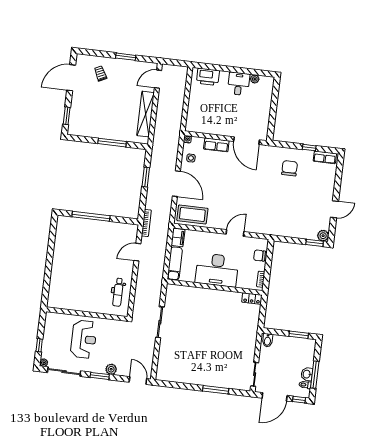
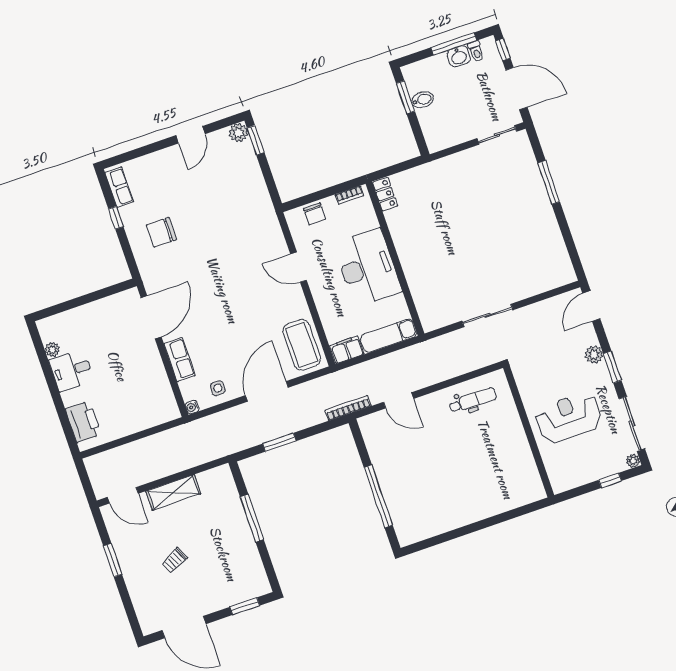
trolley: (100, 73) -> (174, 560), moved
shelving: (146, 114) -> (173, 492), width x0.68
door: (335, 209) -> (190, 135), swing flipped
bidet: (267, 340) -> (423, 100), moved

